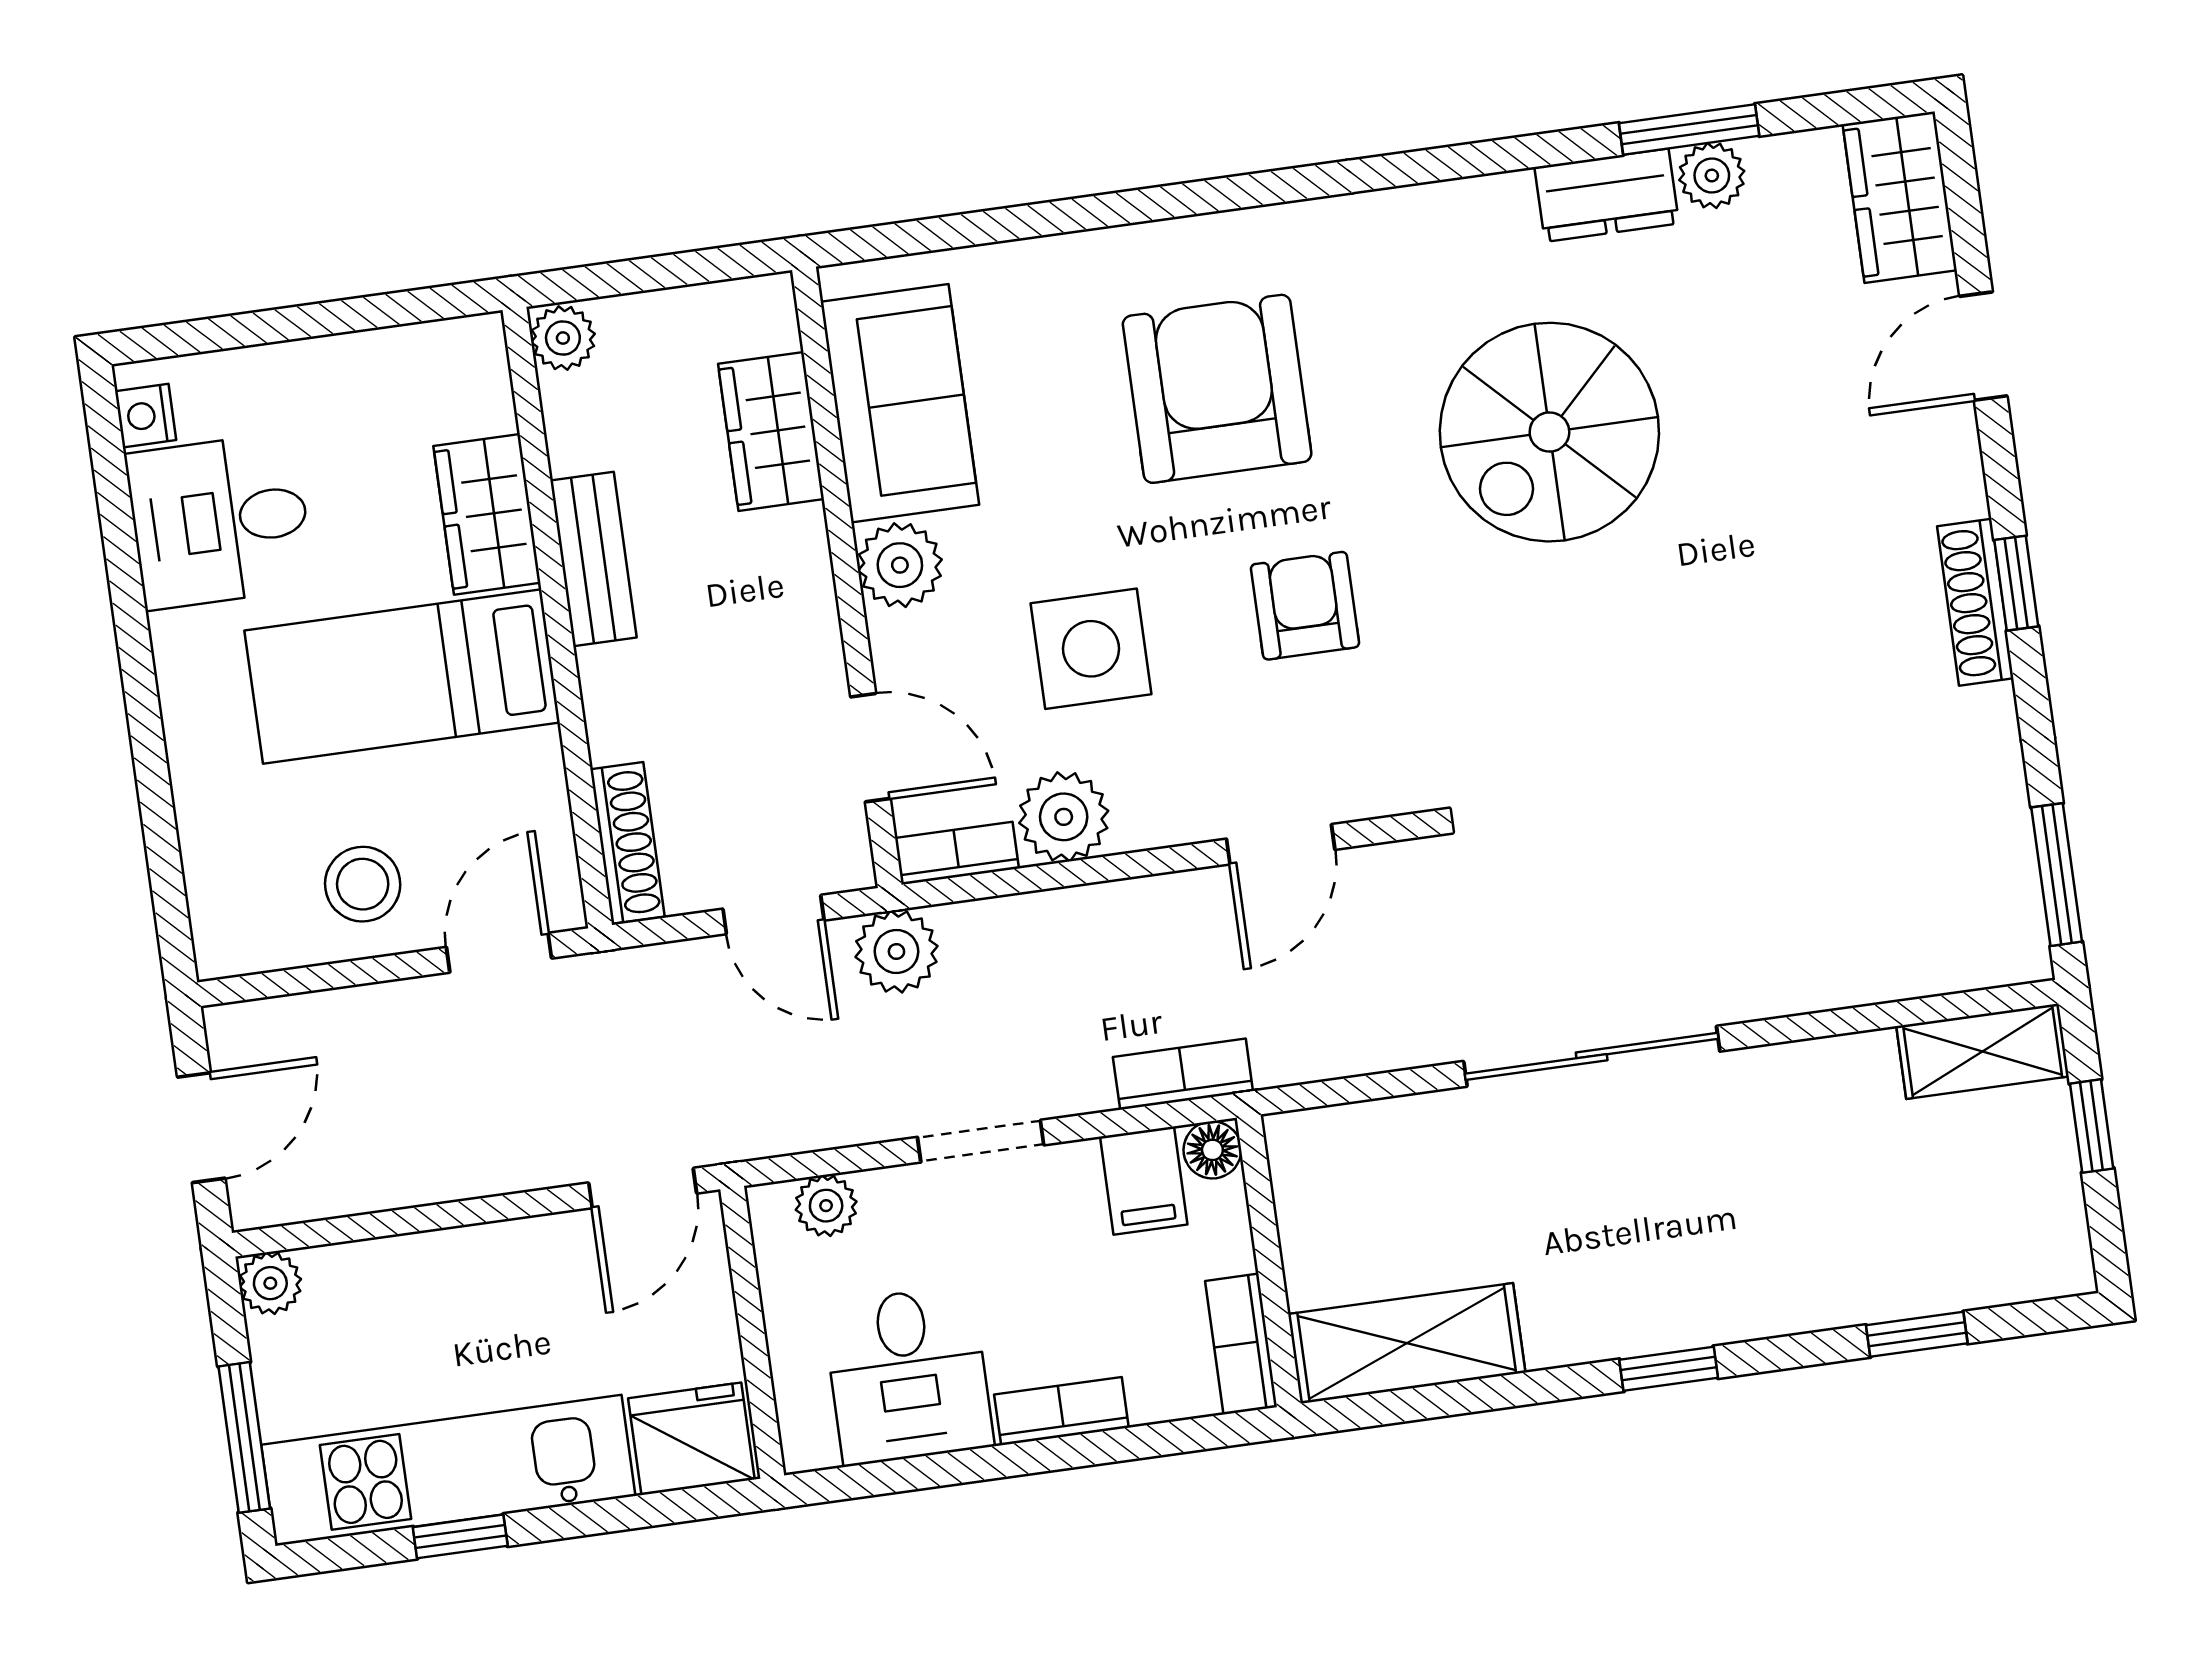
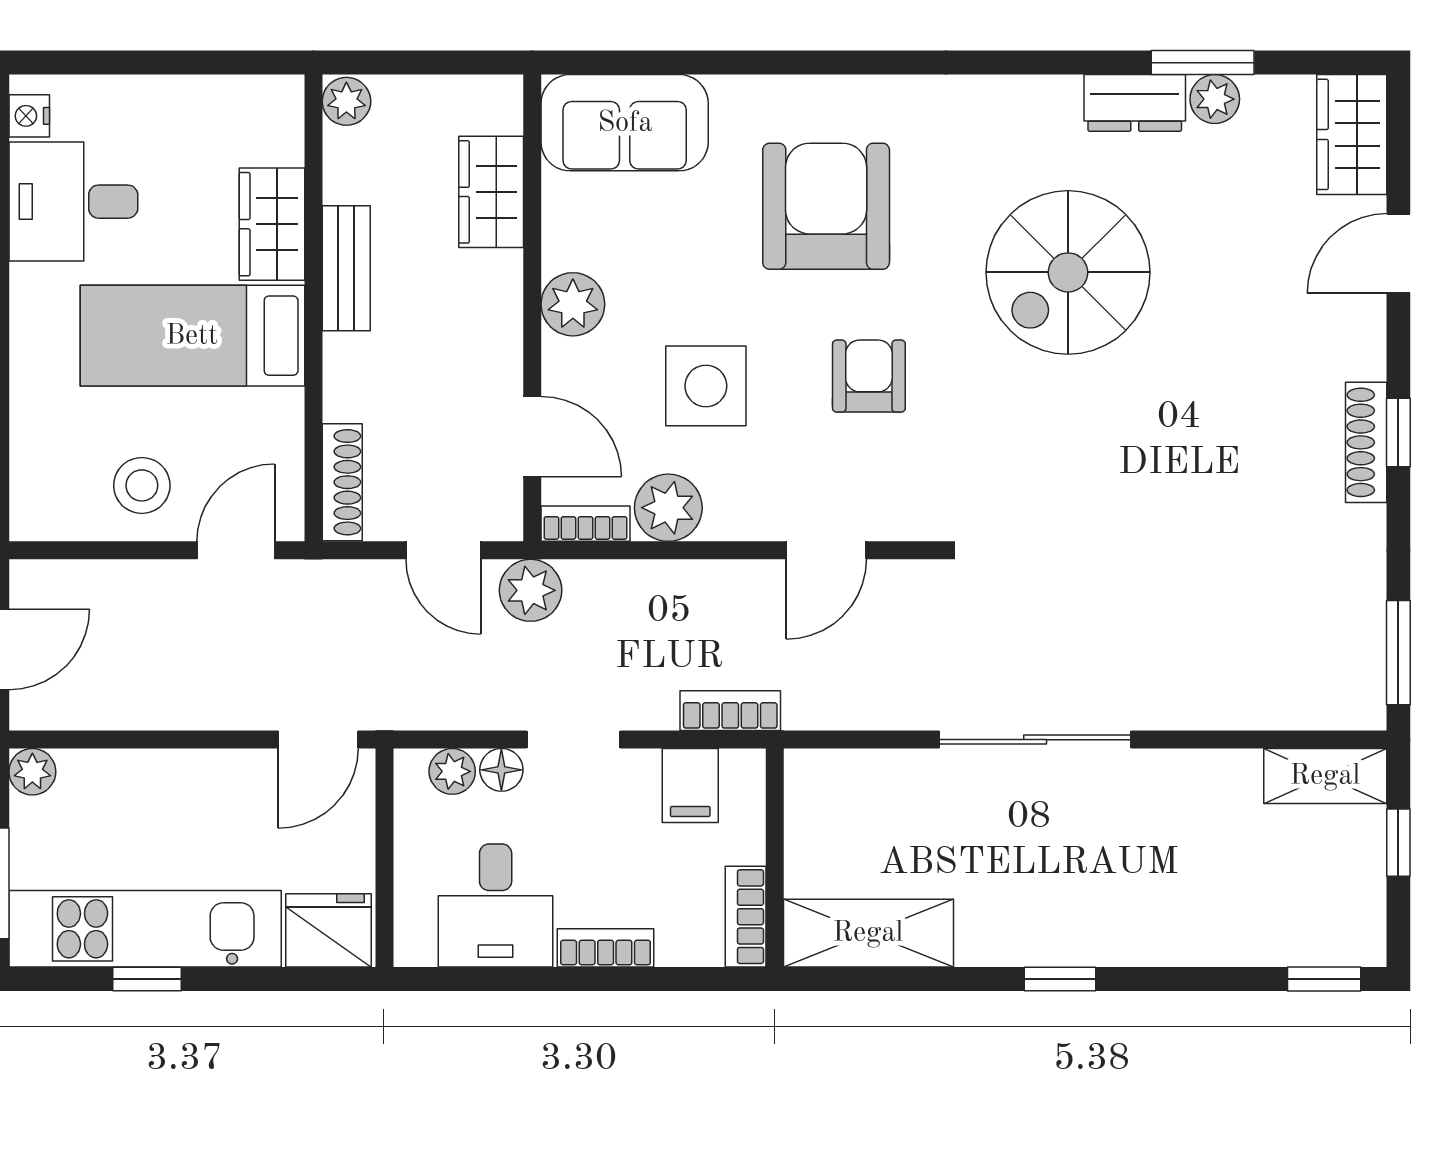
sofa: (900, 403) -> (625, 123), moved, turned 90
floor lamp: (1212, 1150) -> (501, 770), moved
window: (1917, 1334) -> (1324, 979), moved

